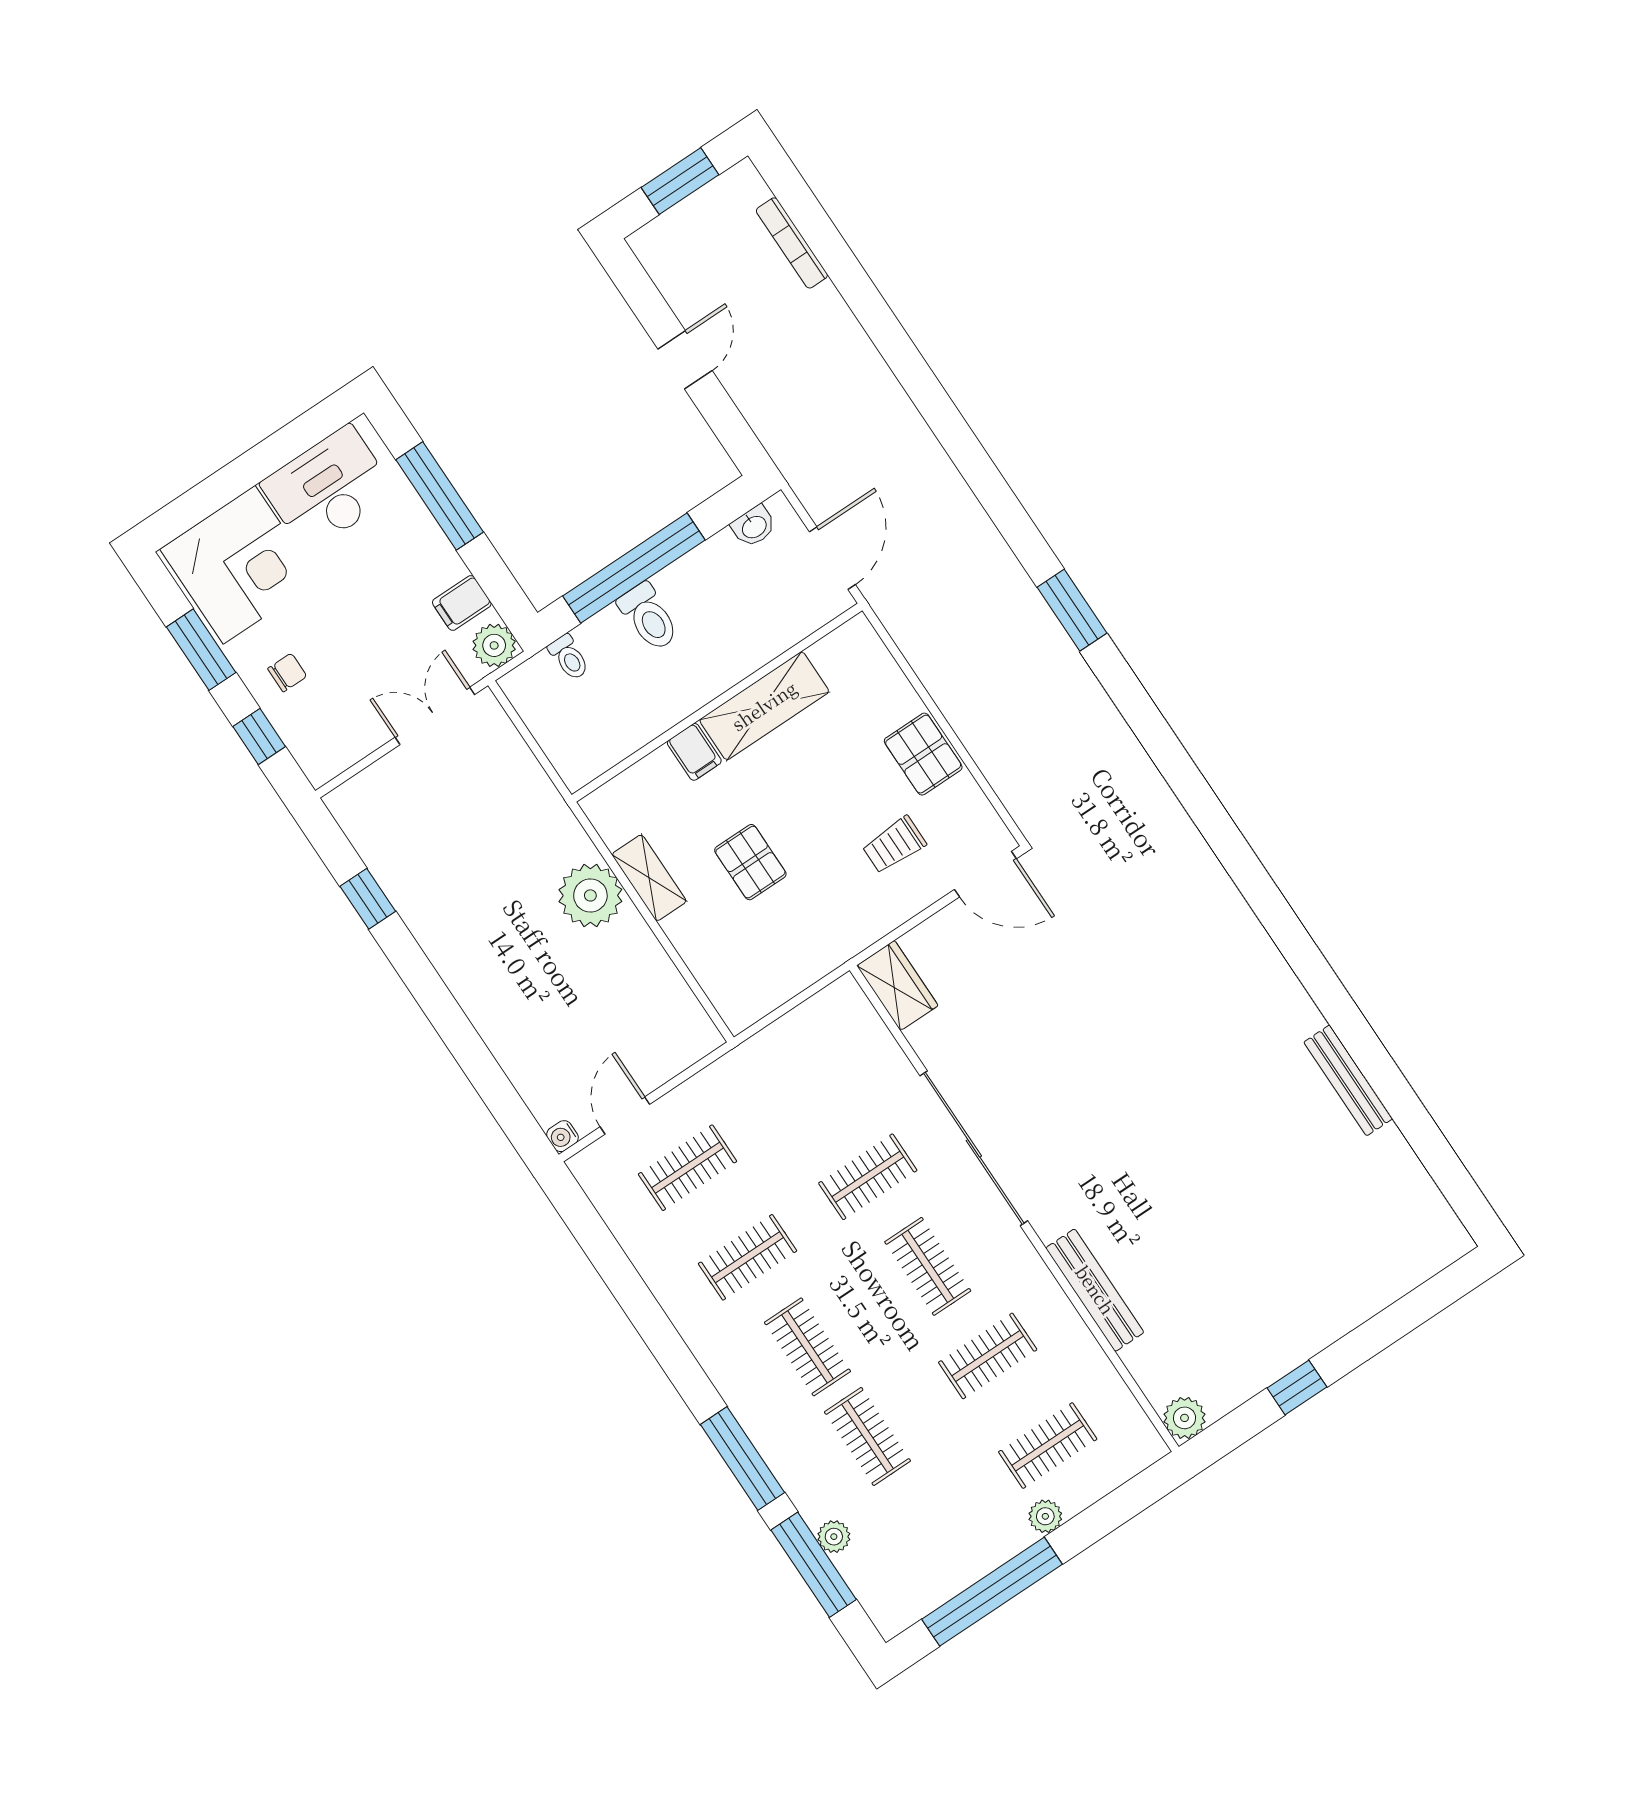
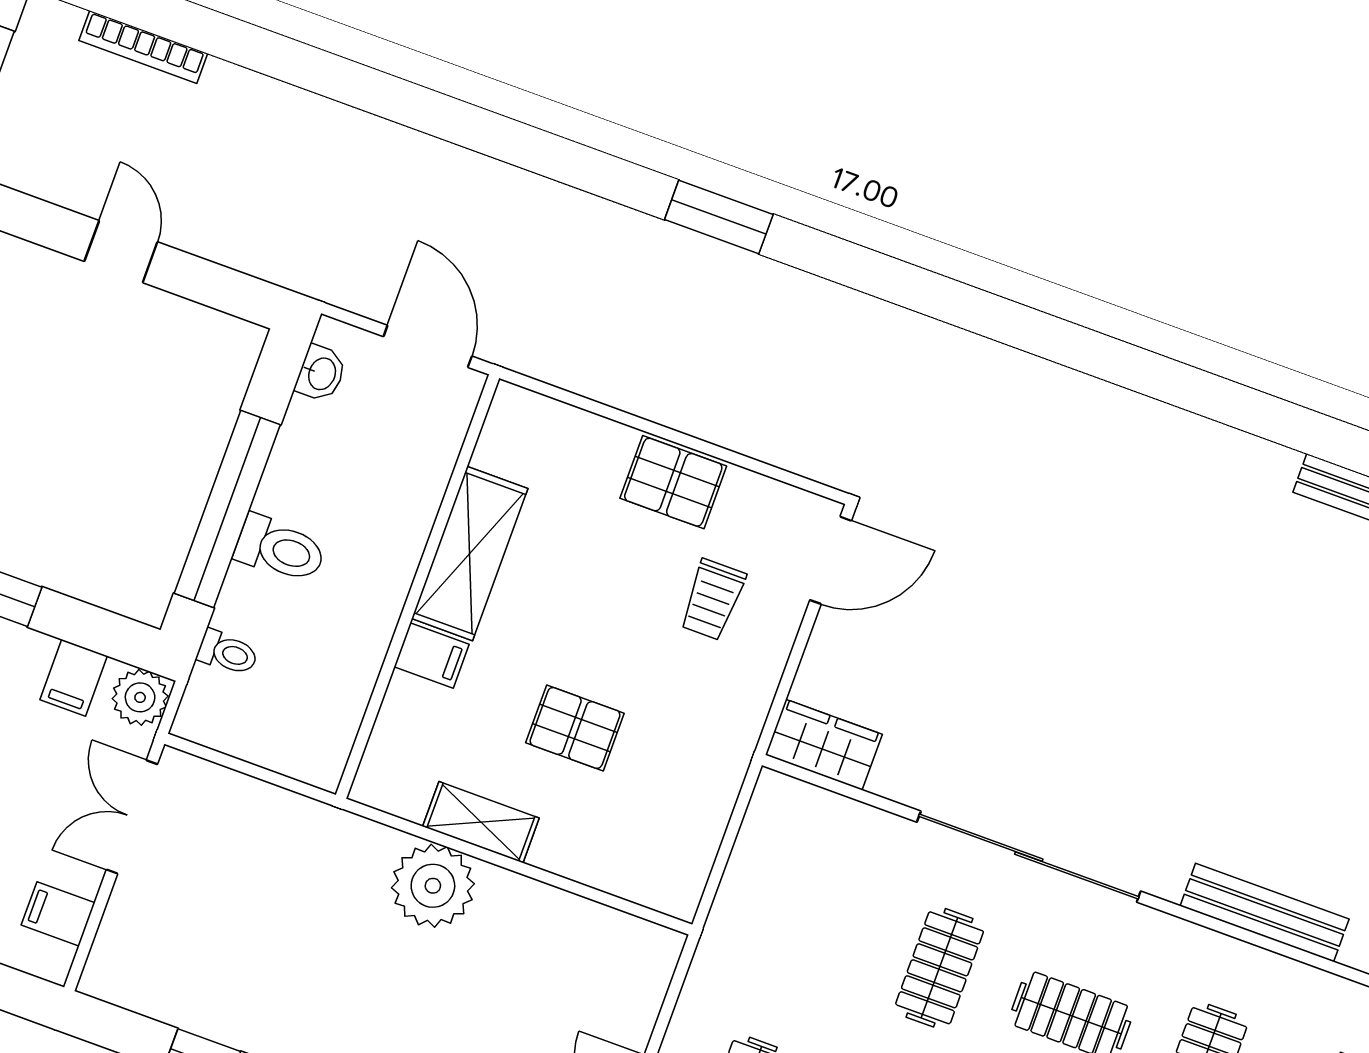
filing cabinet: (345, 743) -> (58, 914), added

